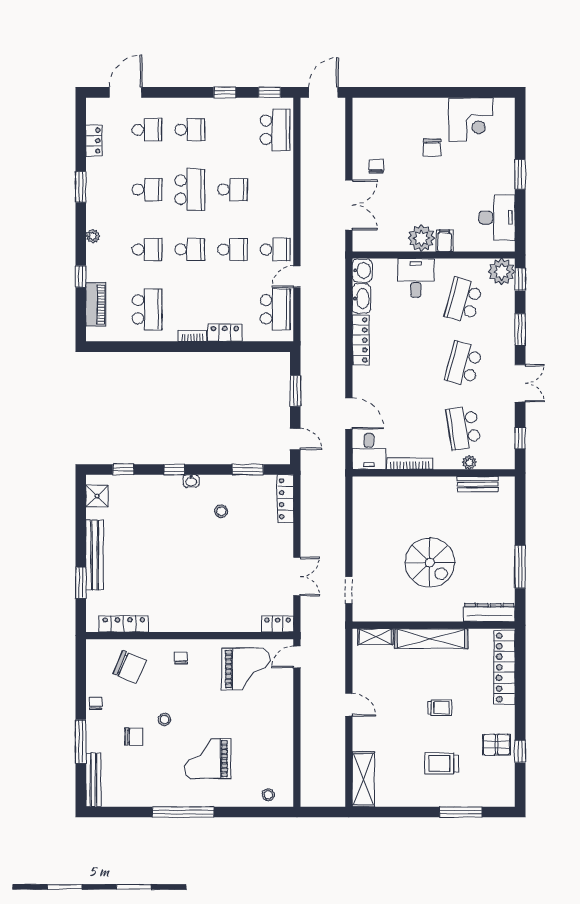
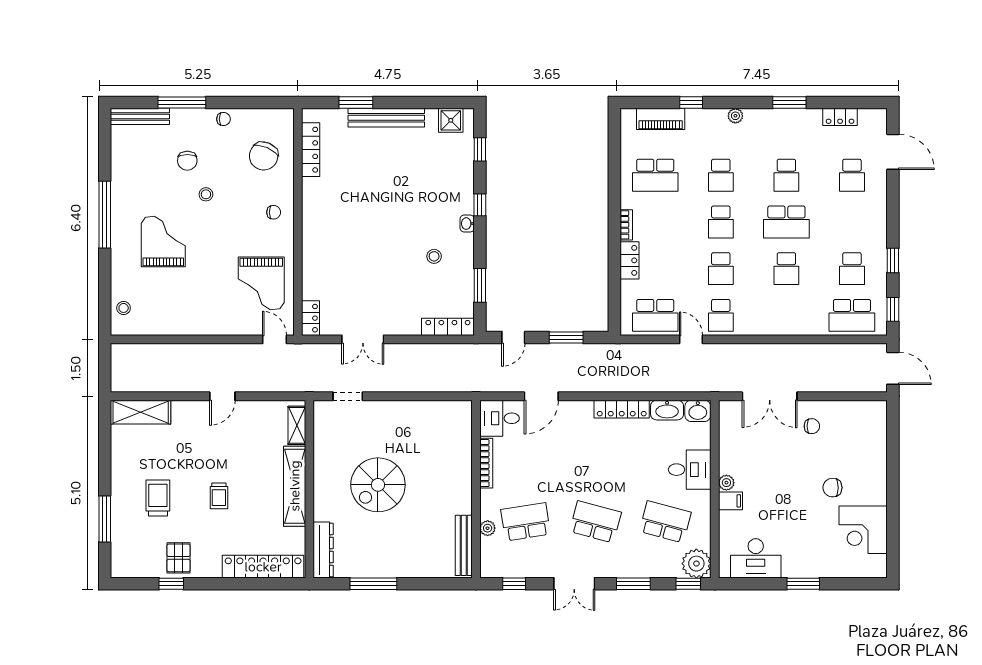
school desk: (190, 130) -> (852, 269), moved
plant: (421, 238) -> (726, 483), width x0.53, depth x0.53
bench: (478, 484) -> (464, 545), width x1.36

